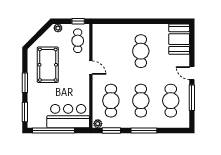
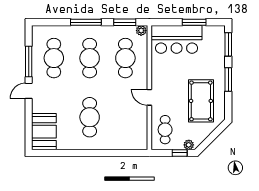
window: (78, 21) -> (180, 153), moved
door: (192, 73) -> (29, 91), swing flipped
window: (53, 131) -> (194, 22), width x0.47

